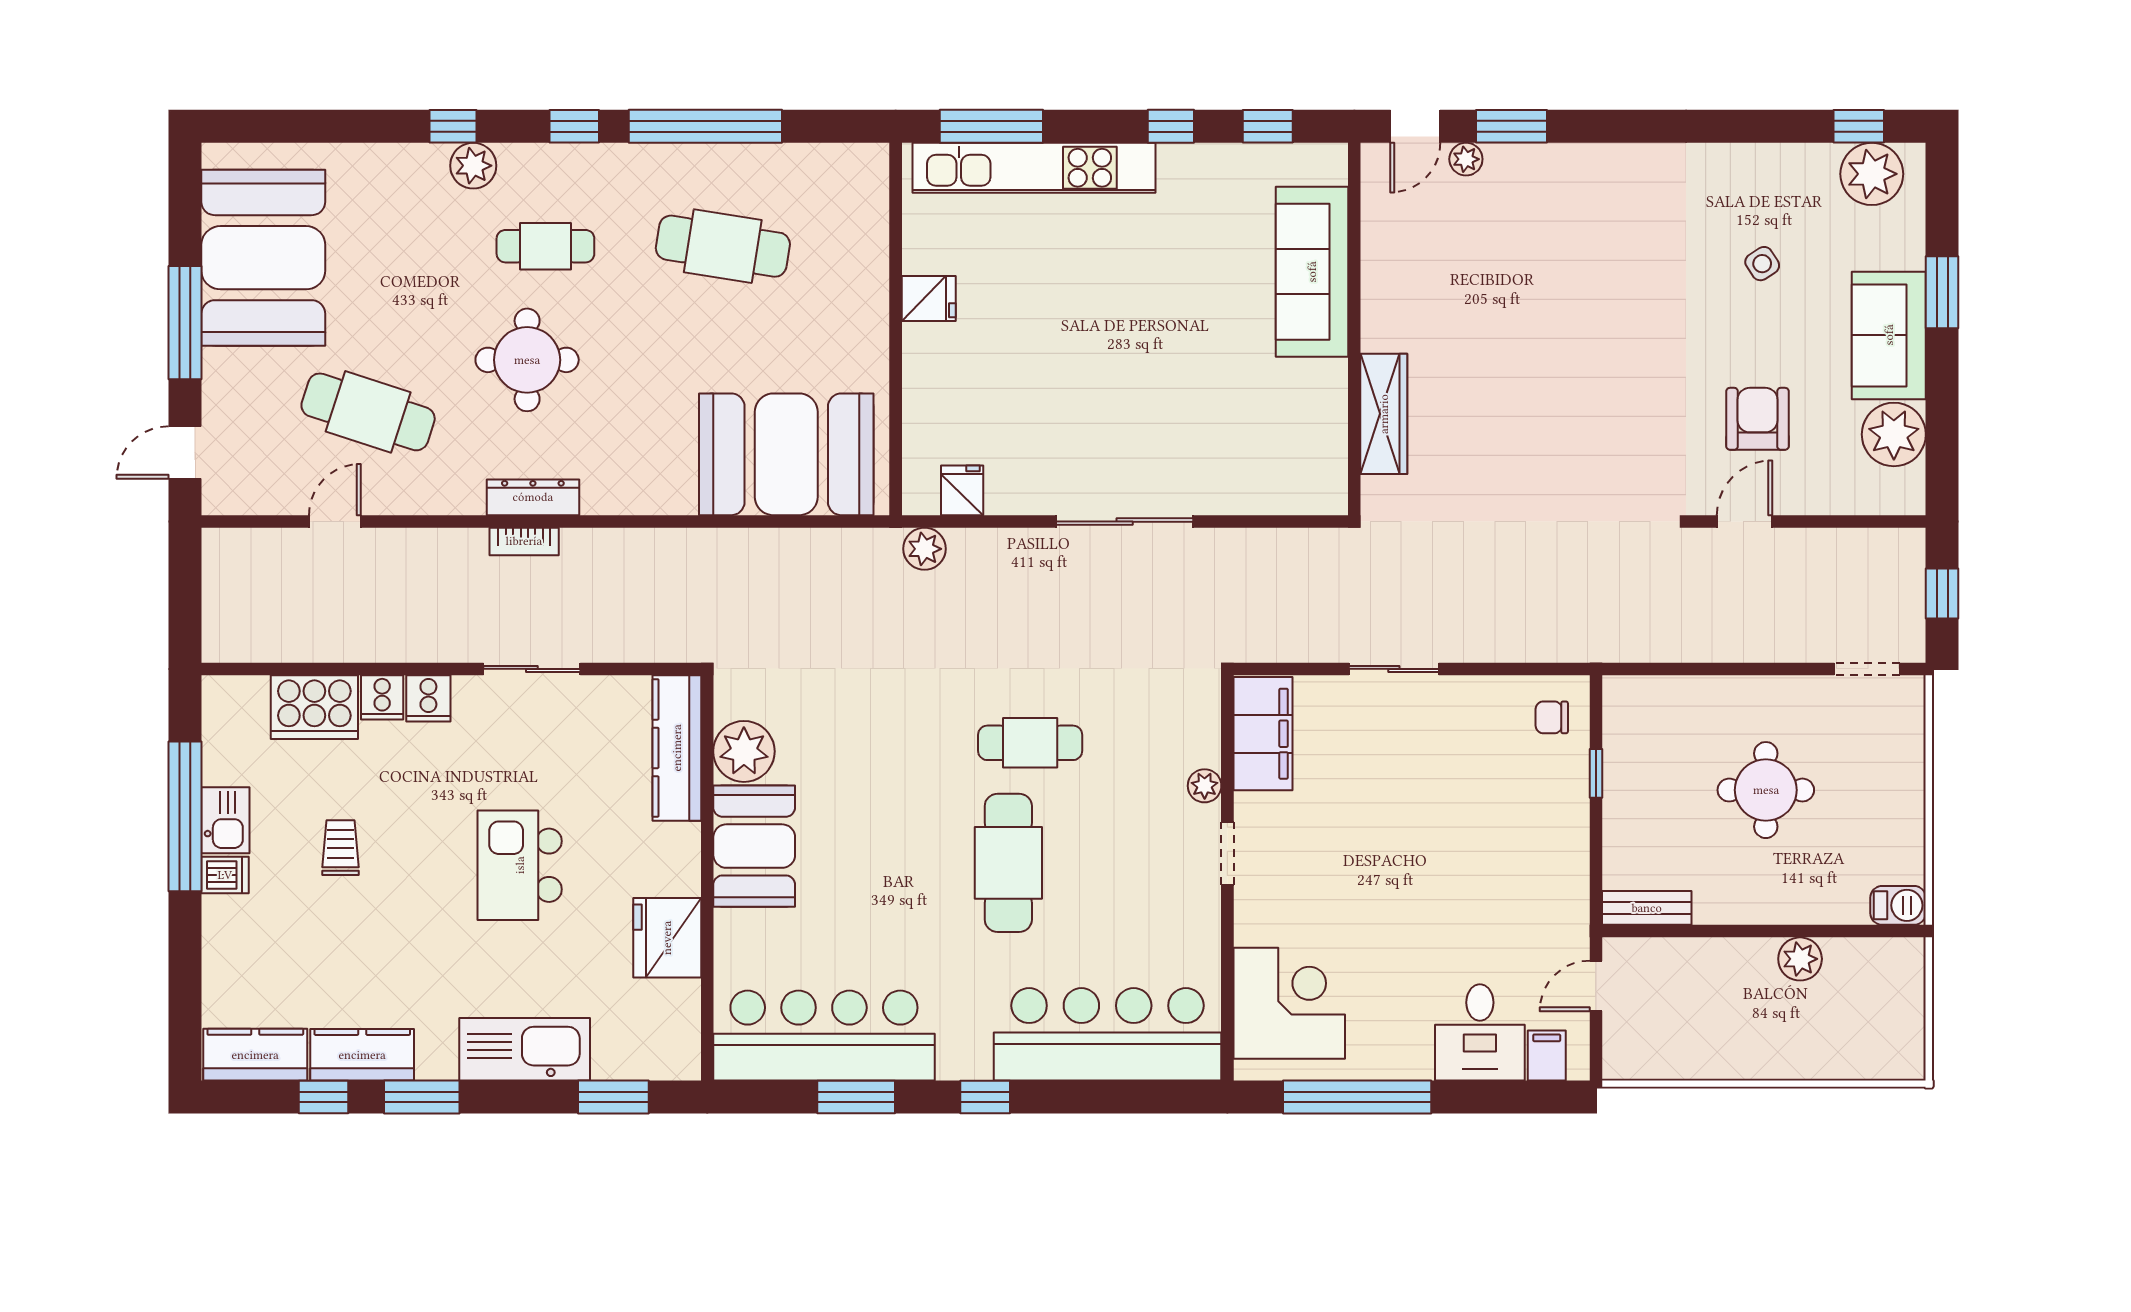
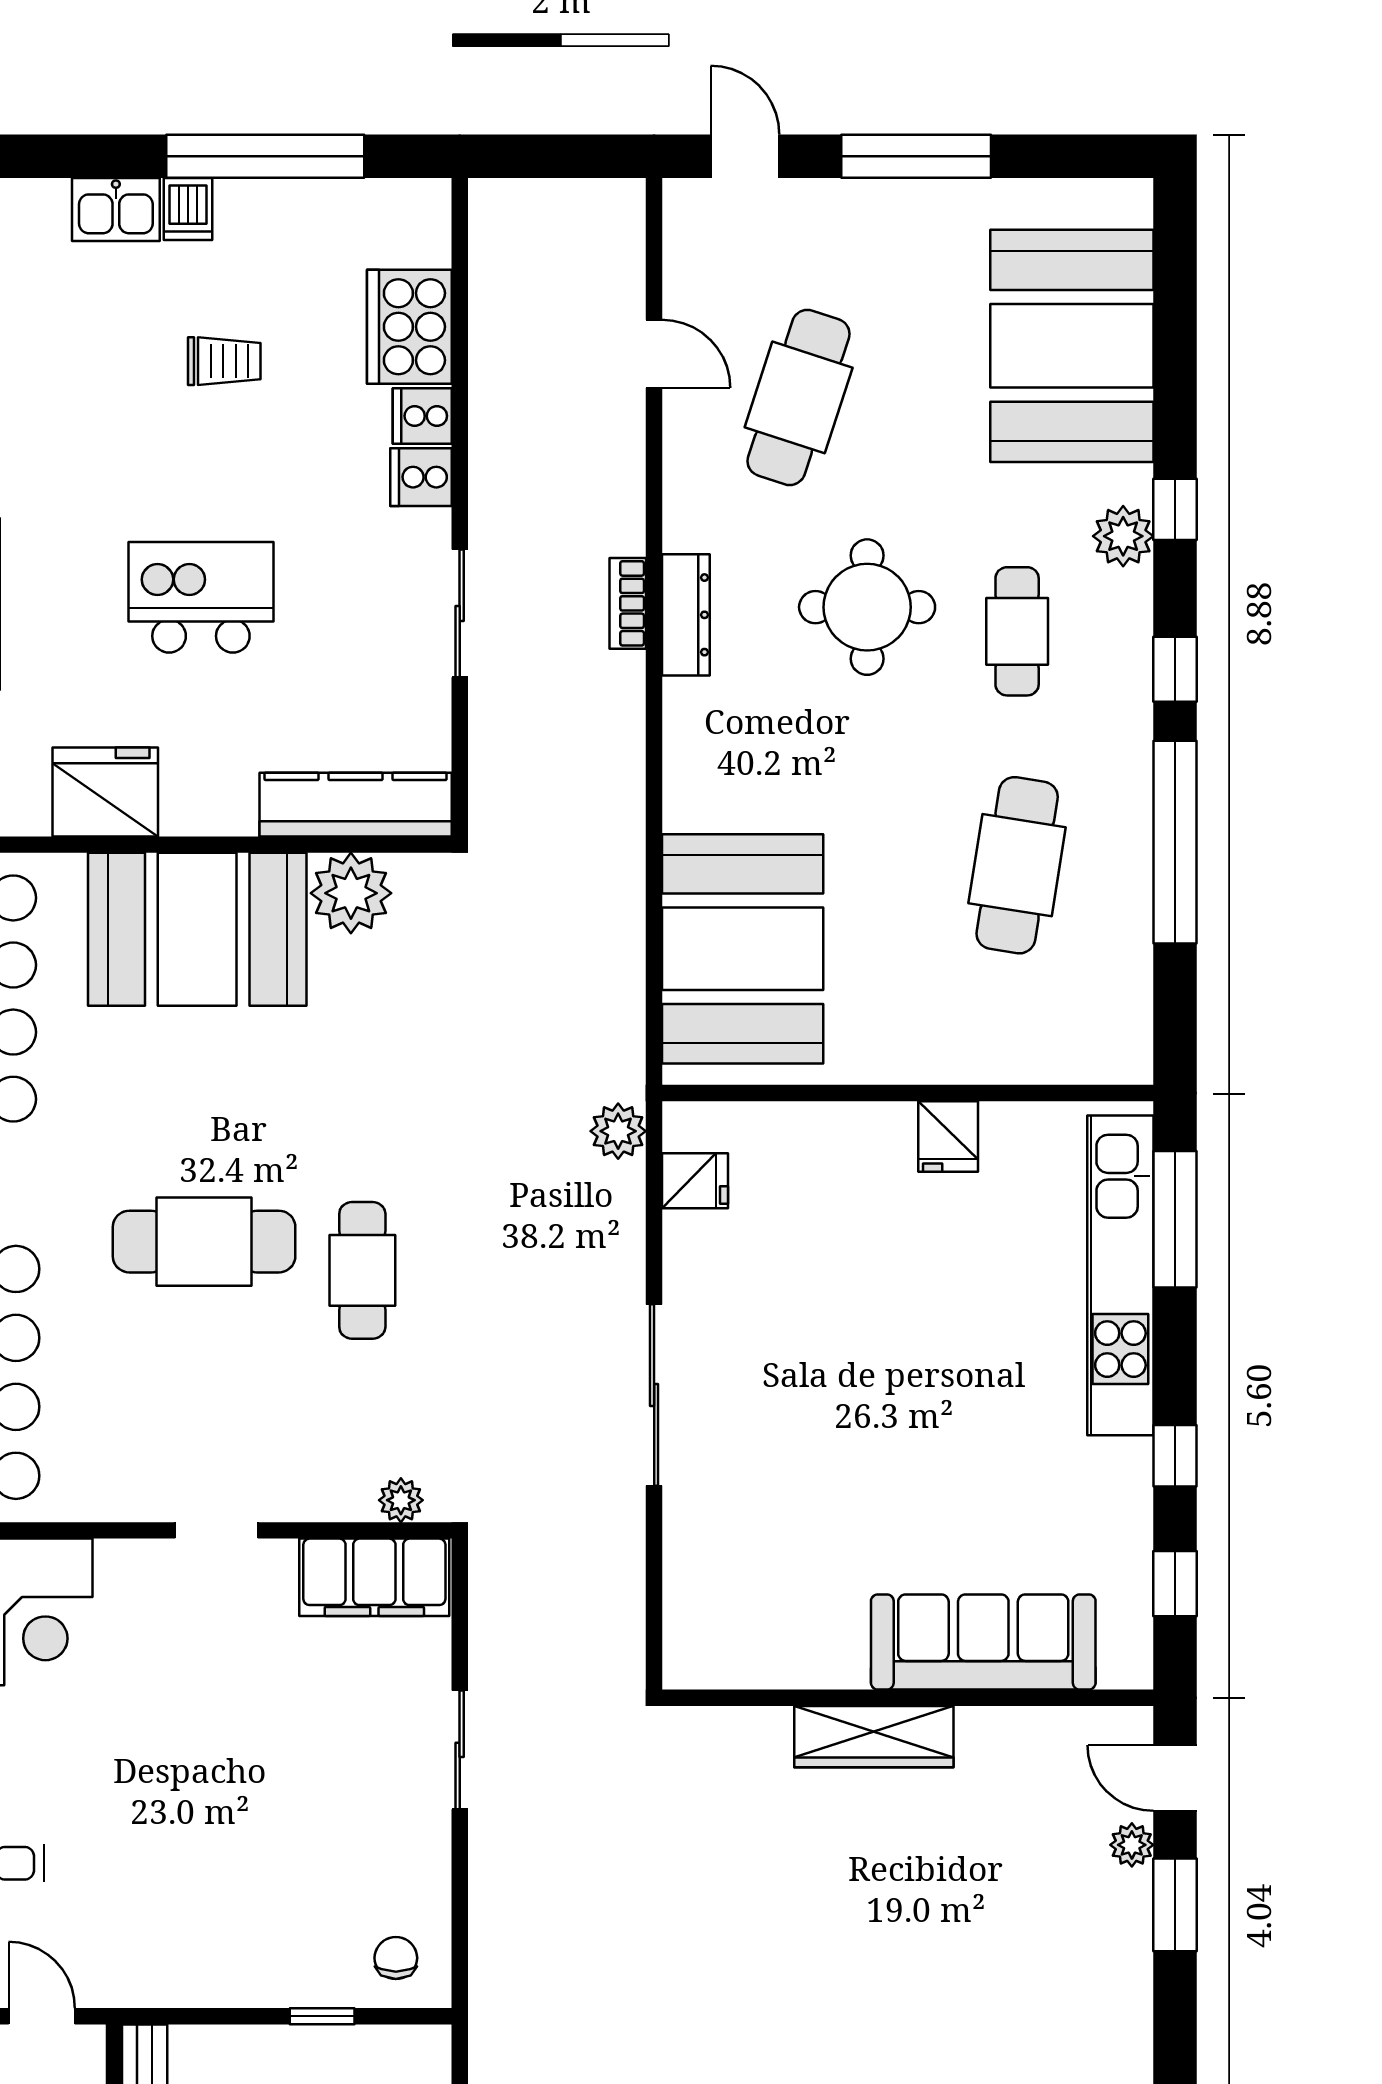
booth: (263, 258) -> (1072, 346), moved, turned 90
wardrobe: (1384, 414) -> (874, 1737), moved
plant: (1205, 786) -> (401, 1500), moved
kitchen sink: (225, 820) -> (116, 209), moved
booth: (754, 846) -> (197, 929), width x1.36, depth x1.42

